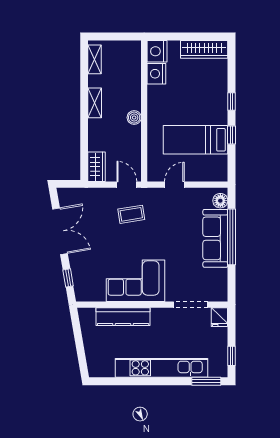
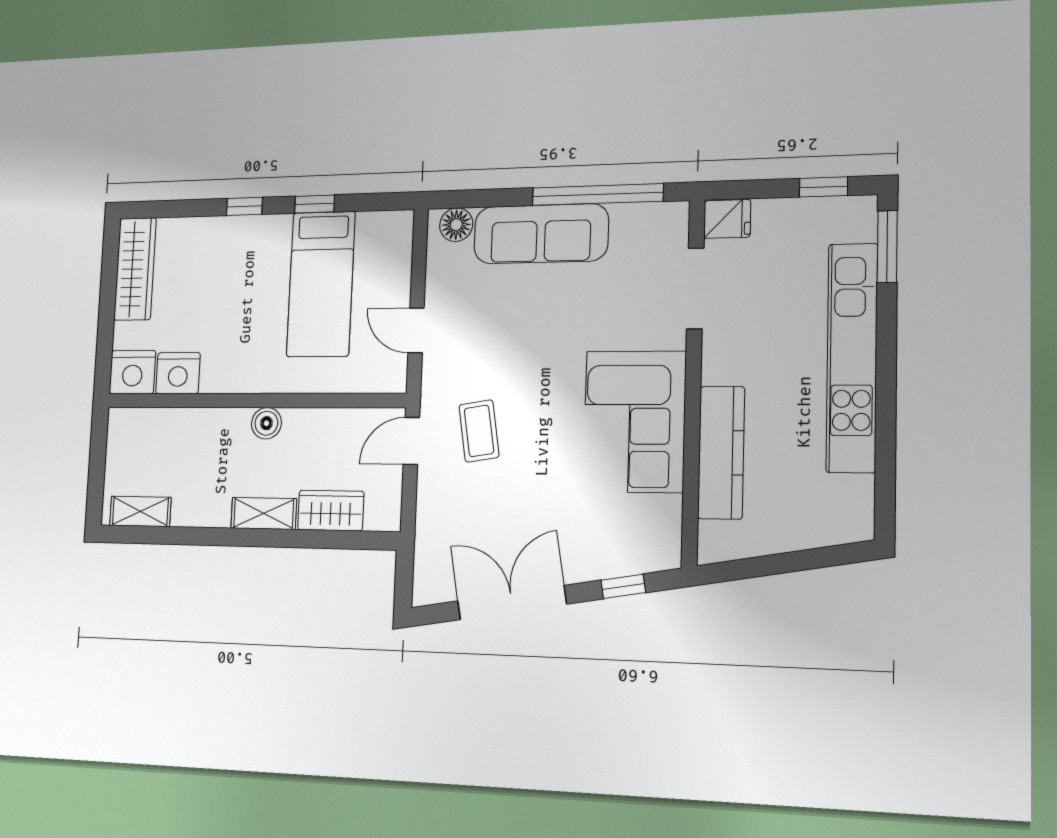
shelving: (95, 103) -> (264, 513), moved
wardrobe: (97, 167) -> (331, 511), moved
window: (231, 237) -> (597, 195), moved

